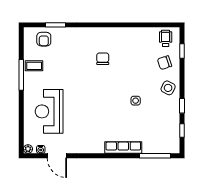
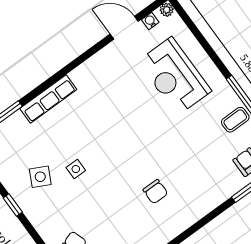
side table: (168, 88) -> (40, 177), moved
reception desk: (49, 111) -> (174, 76), turned 180

